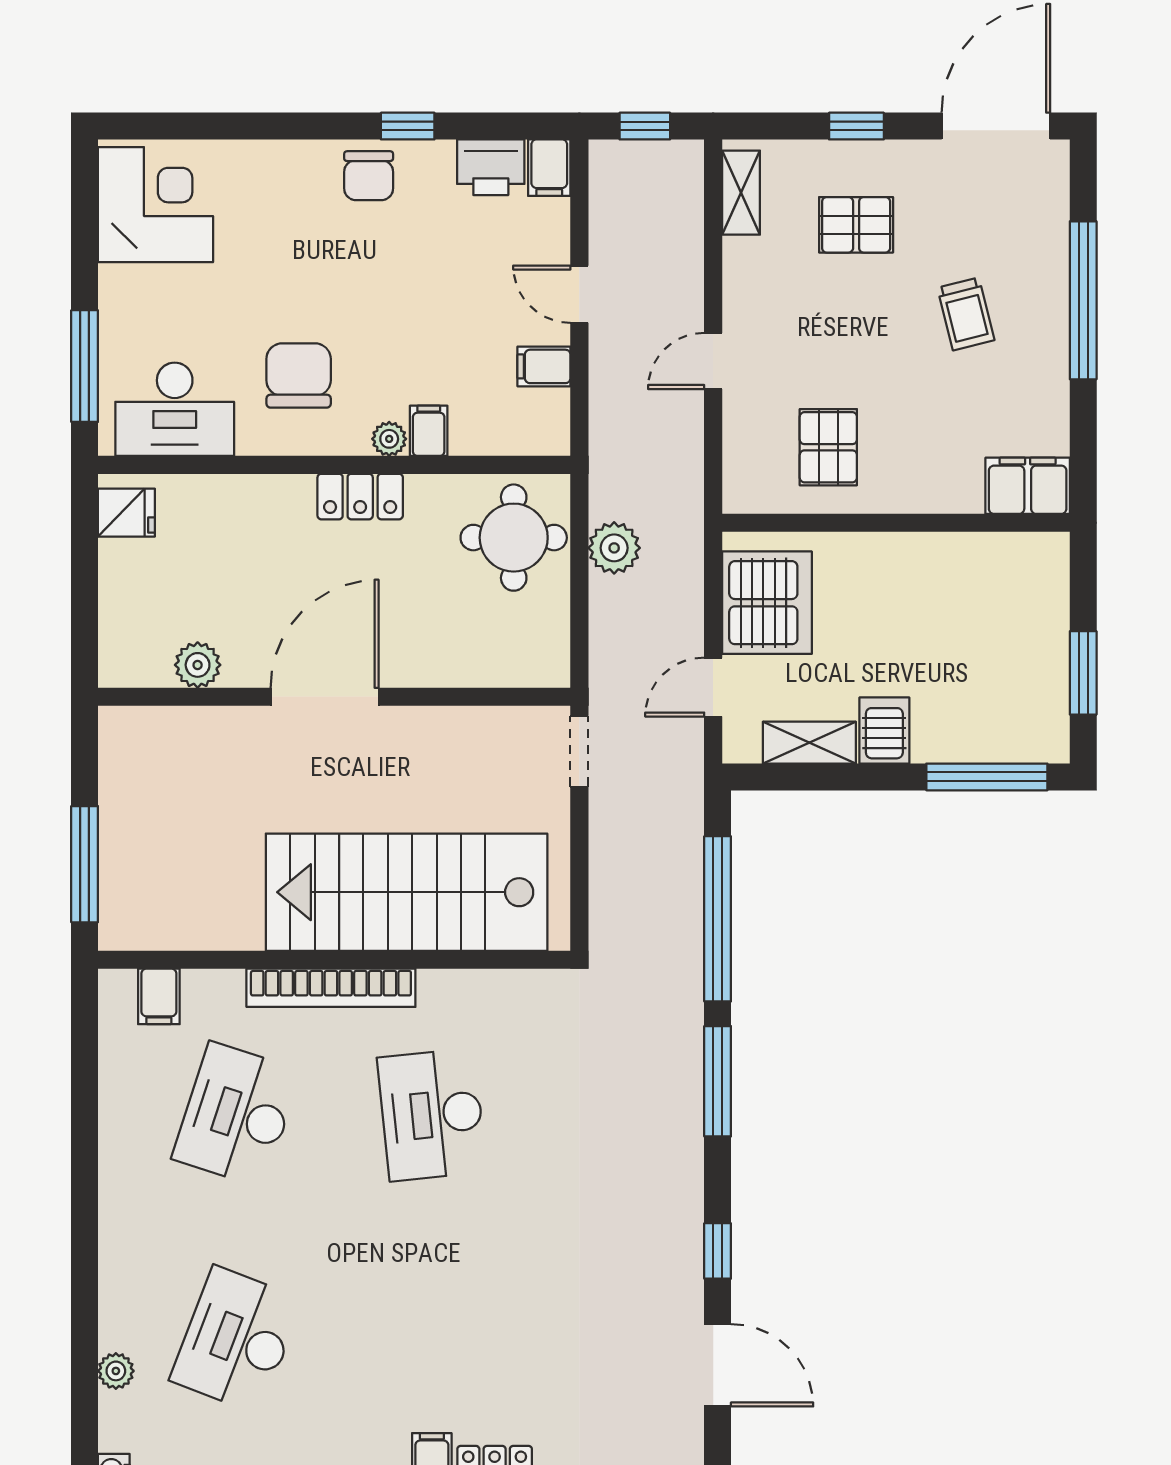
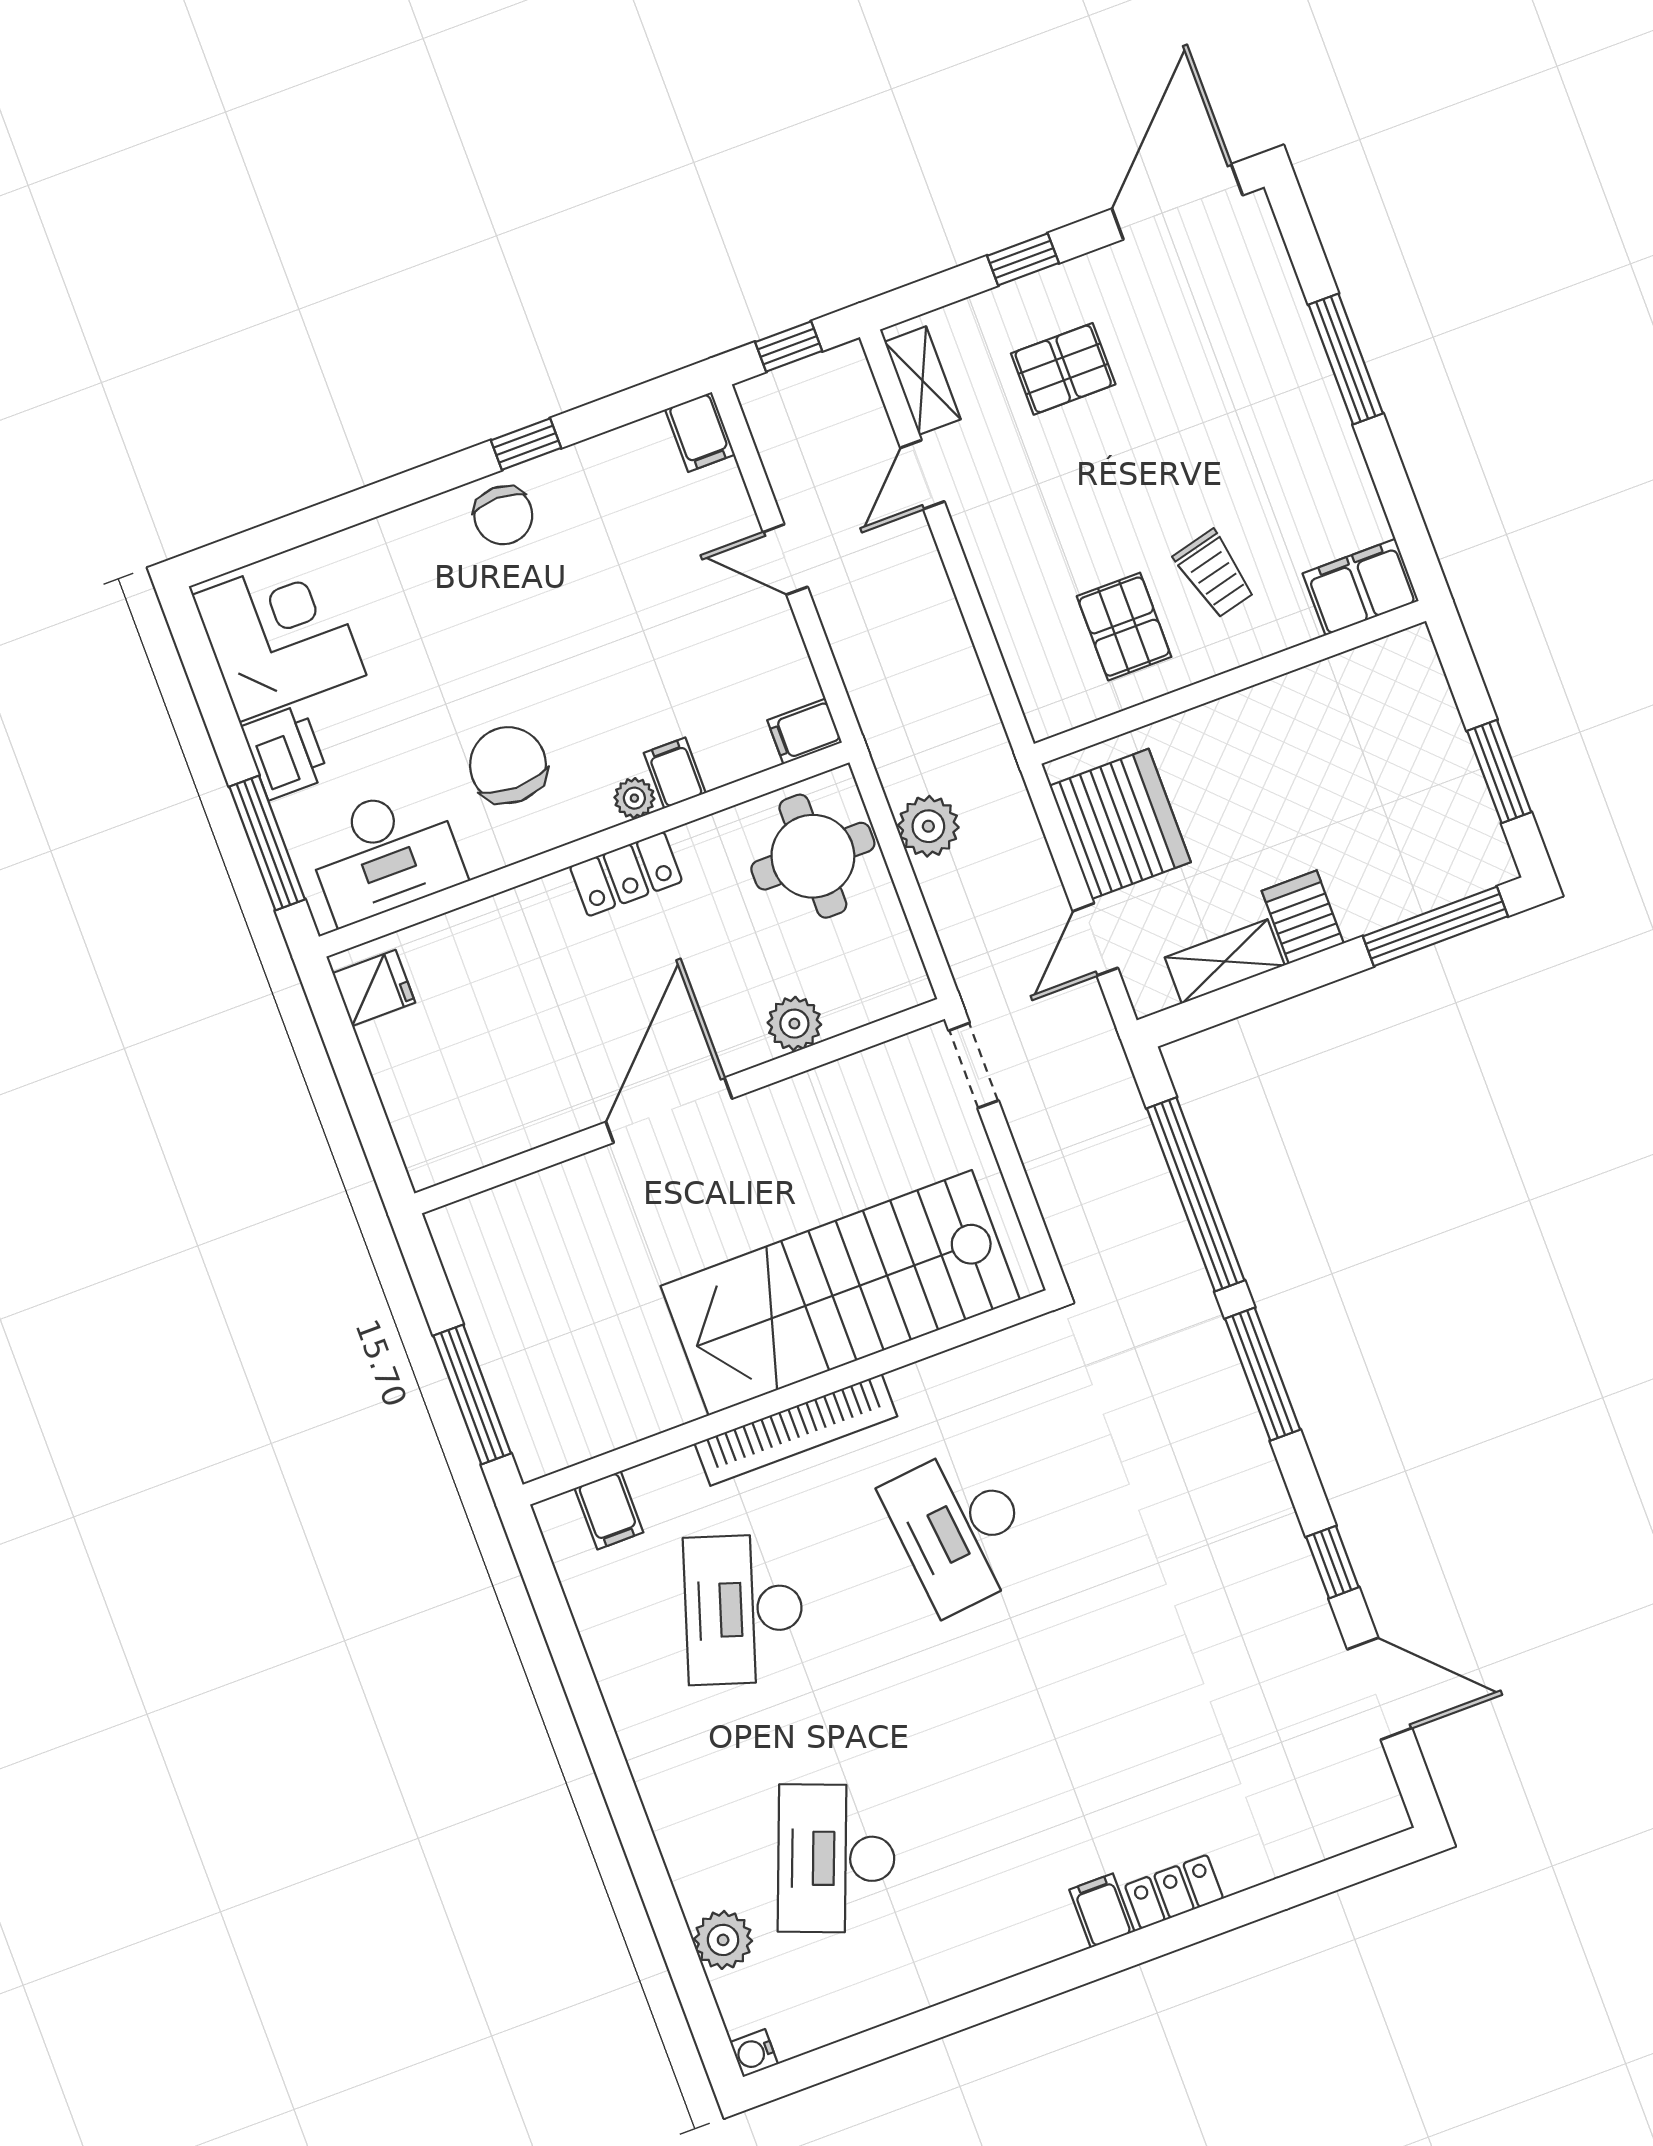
printer: (491, 167) -> (285, 752), moved, turned -90
window: (1083, 300) -> (1346, 359), width x0.68
trolley: (966, 314) -> (1214, 574), moved
door: (713, 361) -> (922, 475), moved
filing cabinet: (544, 366) -> (805, 731), moved
plant: (198, 665) -> (794, 1024), moved
plant: (116, 1371) -> (723, 1940), width x1.38, depth x1.38

